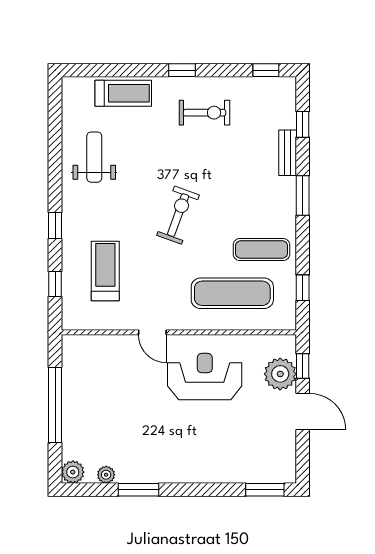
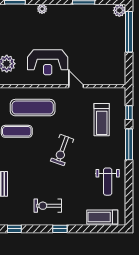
treadmill: (123, 93) -> (102, 217), moved
window: (55, 225) -> (129, 144), width x2.17
window: (55, 405) -> (129, 32), moved
plant: (106, 475) -> (42, 9), moved

